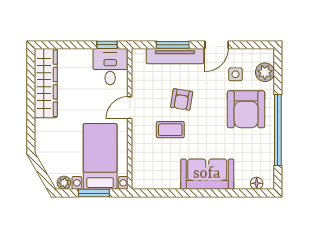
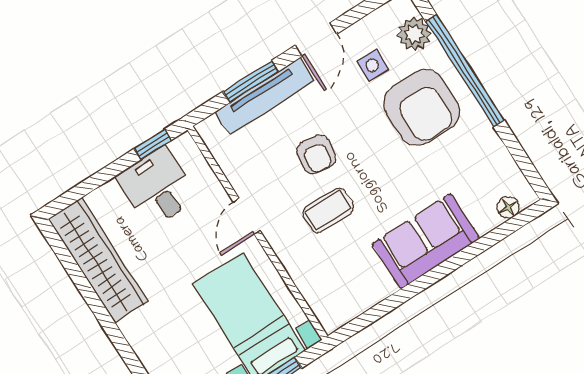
desk: (110, 67) -> (157, 187), moved
window: (278, 130) -> (465, 71), moved

